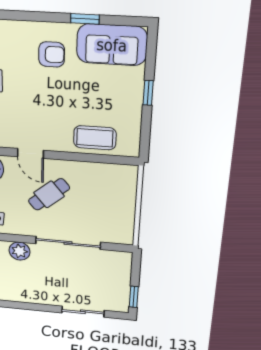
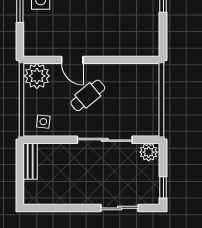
coffee table: (95, 138) -> (124, 42), removed
plant: (20, 251) -> (149, 152), moved

